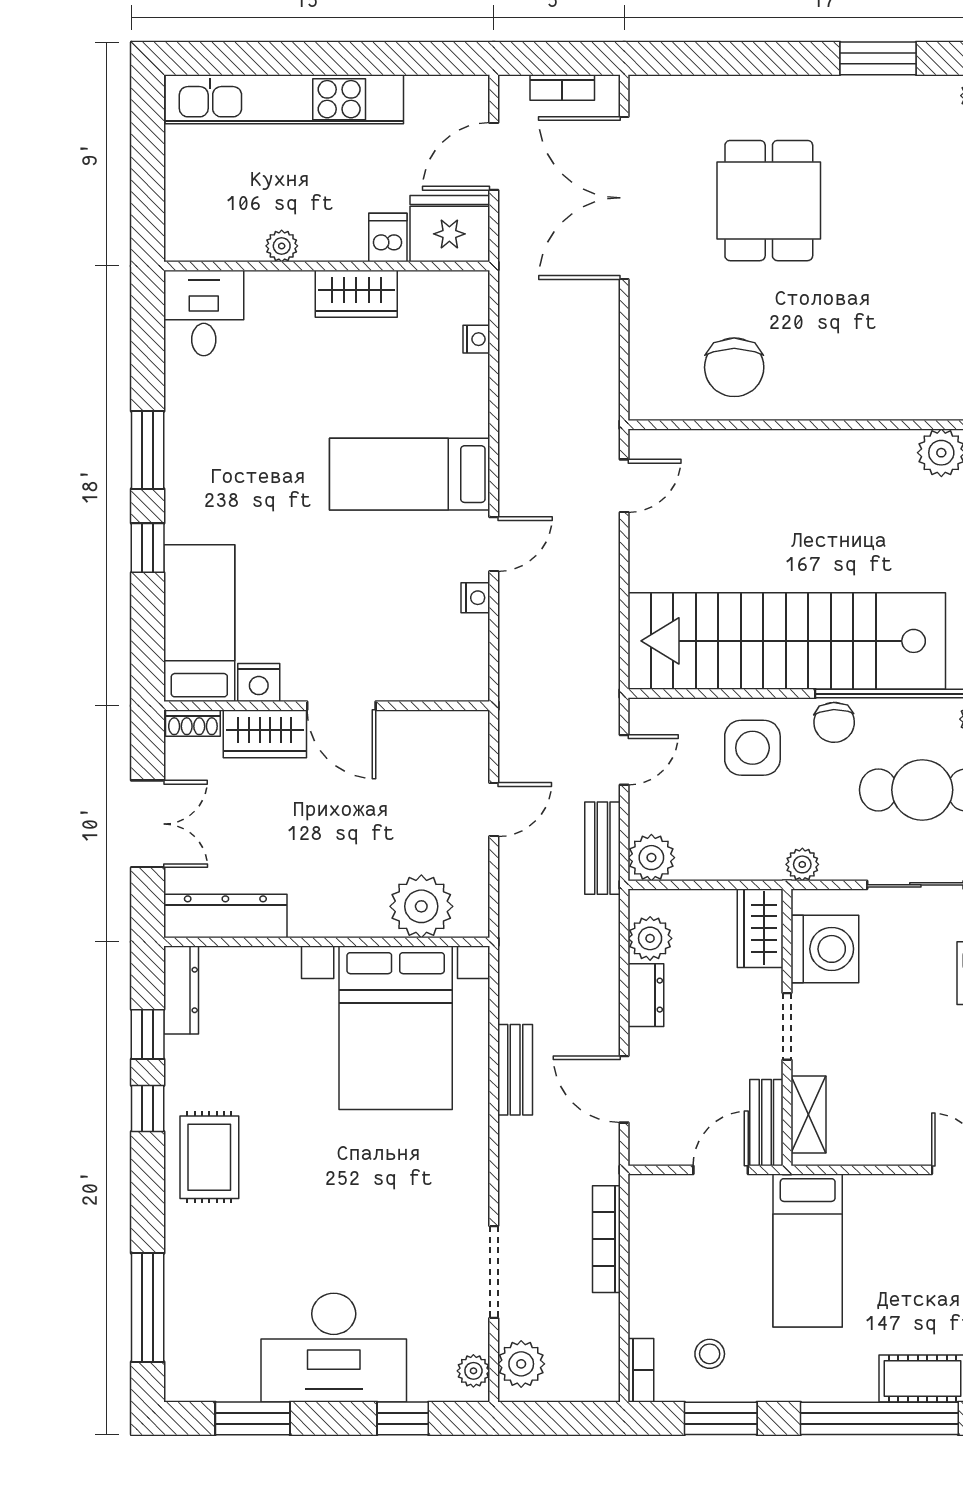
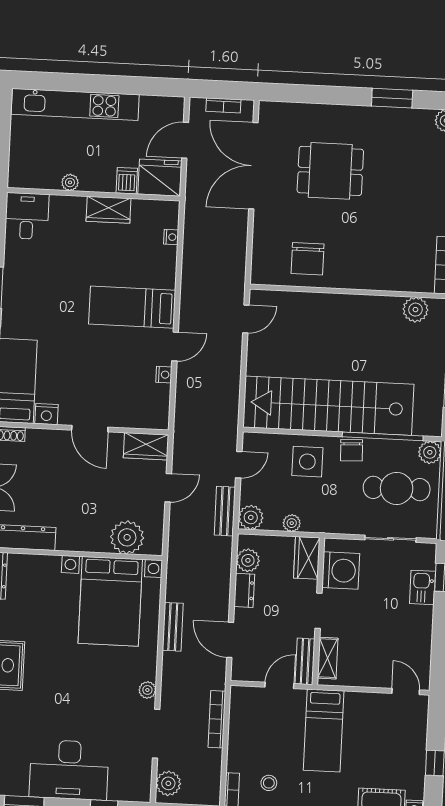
dining table: (769, 201) -> (330, 171), turned 90
wardrobe: (265, 734) -> (146, 446), moved
plant: (802, 864) -> (292, 523), moved
plant: (473, 1371) -> (147, 690), moved

